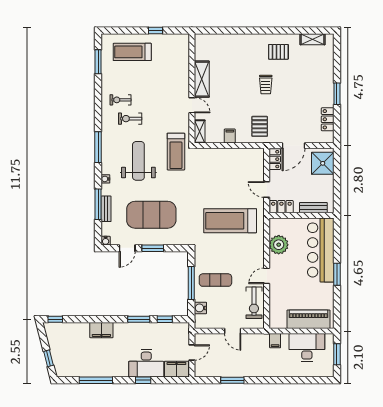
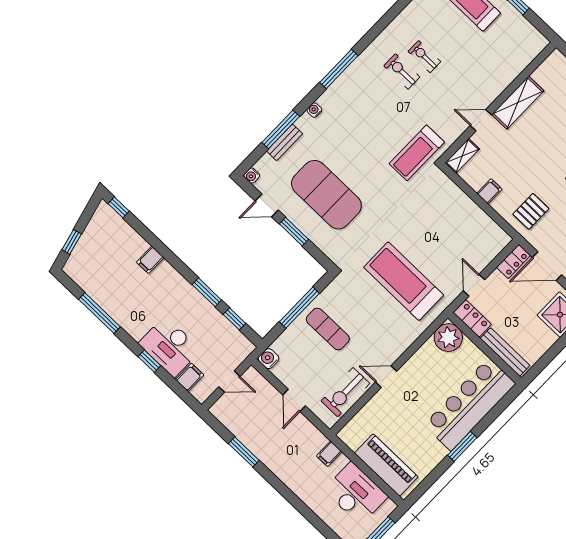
exercise bike: (120, 100) -> (424, 57), moved
door: (192, 105) -> (481, 120), swing flipped
weight bench: (138, 161) -> (368, 125), removed
bench: (313, 208) -> (505, 352), width x1.36
plant: (279, 245) -> (448, 338), moved
water cooler: (200, 308) -> (269, 359), moved
filing cabinet: (101, 330) -> (150, 260), width x0.50
filing cabinet: (176, 369) -> (190, 377), width x0.50

